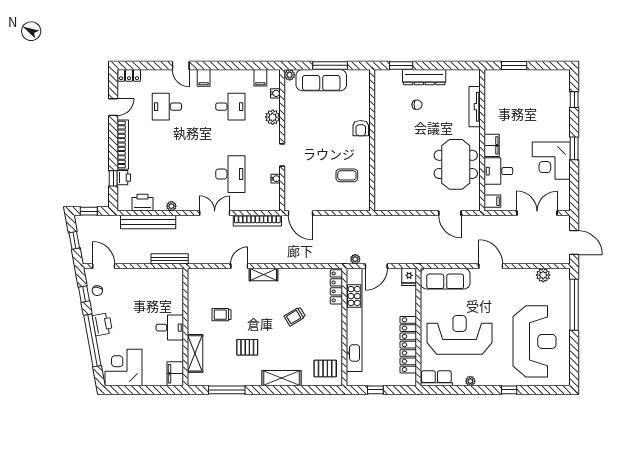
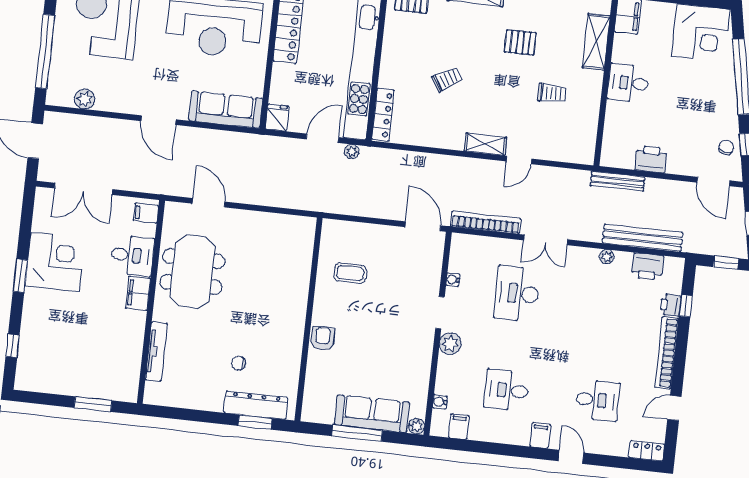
dresser: (424, 77) -> (256, 405), moved
plant: (273, 117) -> (450, 344), moved
printer: (102, 324) -> (651, 159), moved, turned 100

